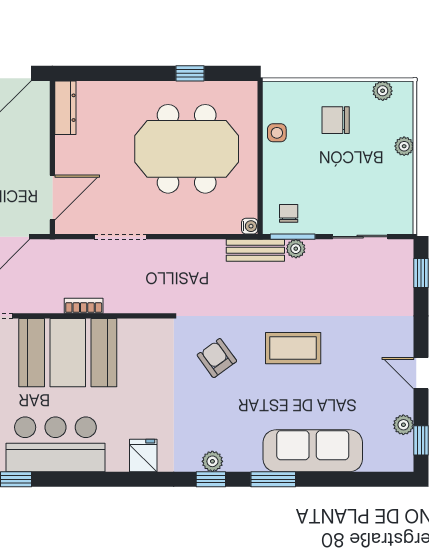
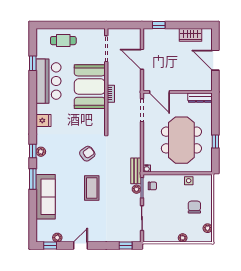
dresser: (65, 108) -> (200, 98), moved
wall: (52, 158) -> (178, 92), moved
door: (52, 197) -> (160, 92), moved

